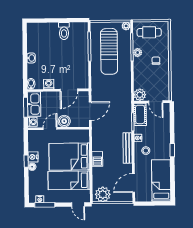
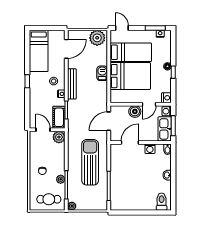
toilet: (64, 31) -> (162, 202), moved
sun lounger: (109, 51) -> (90, 162), moved
nightstand: (33, 157) -> (166, 98), moved

